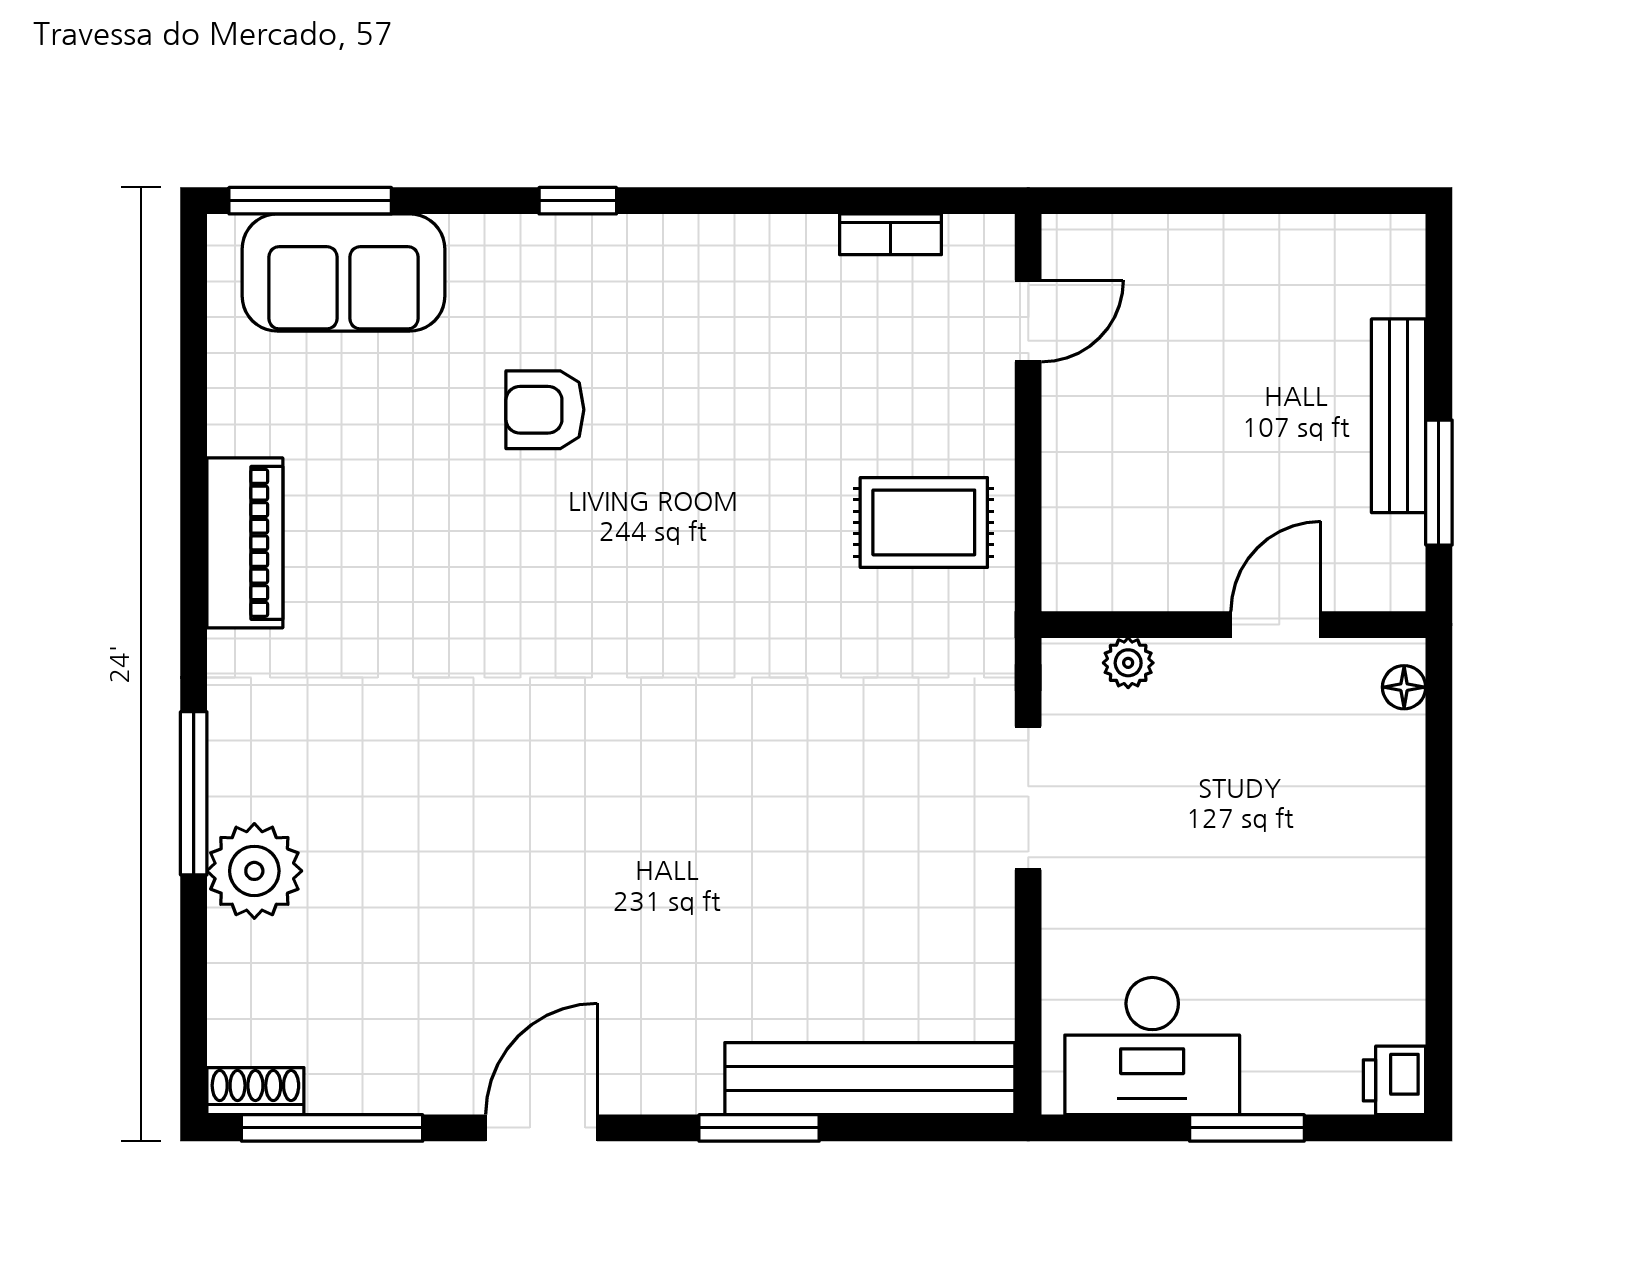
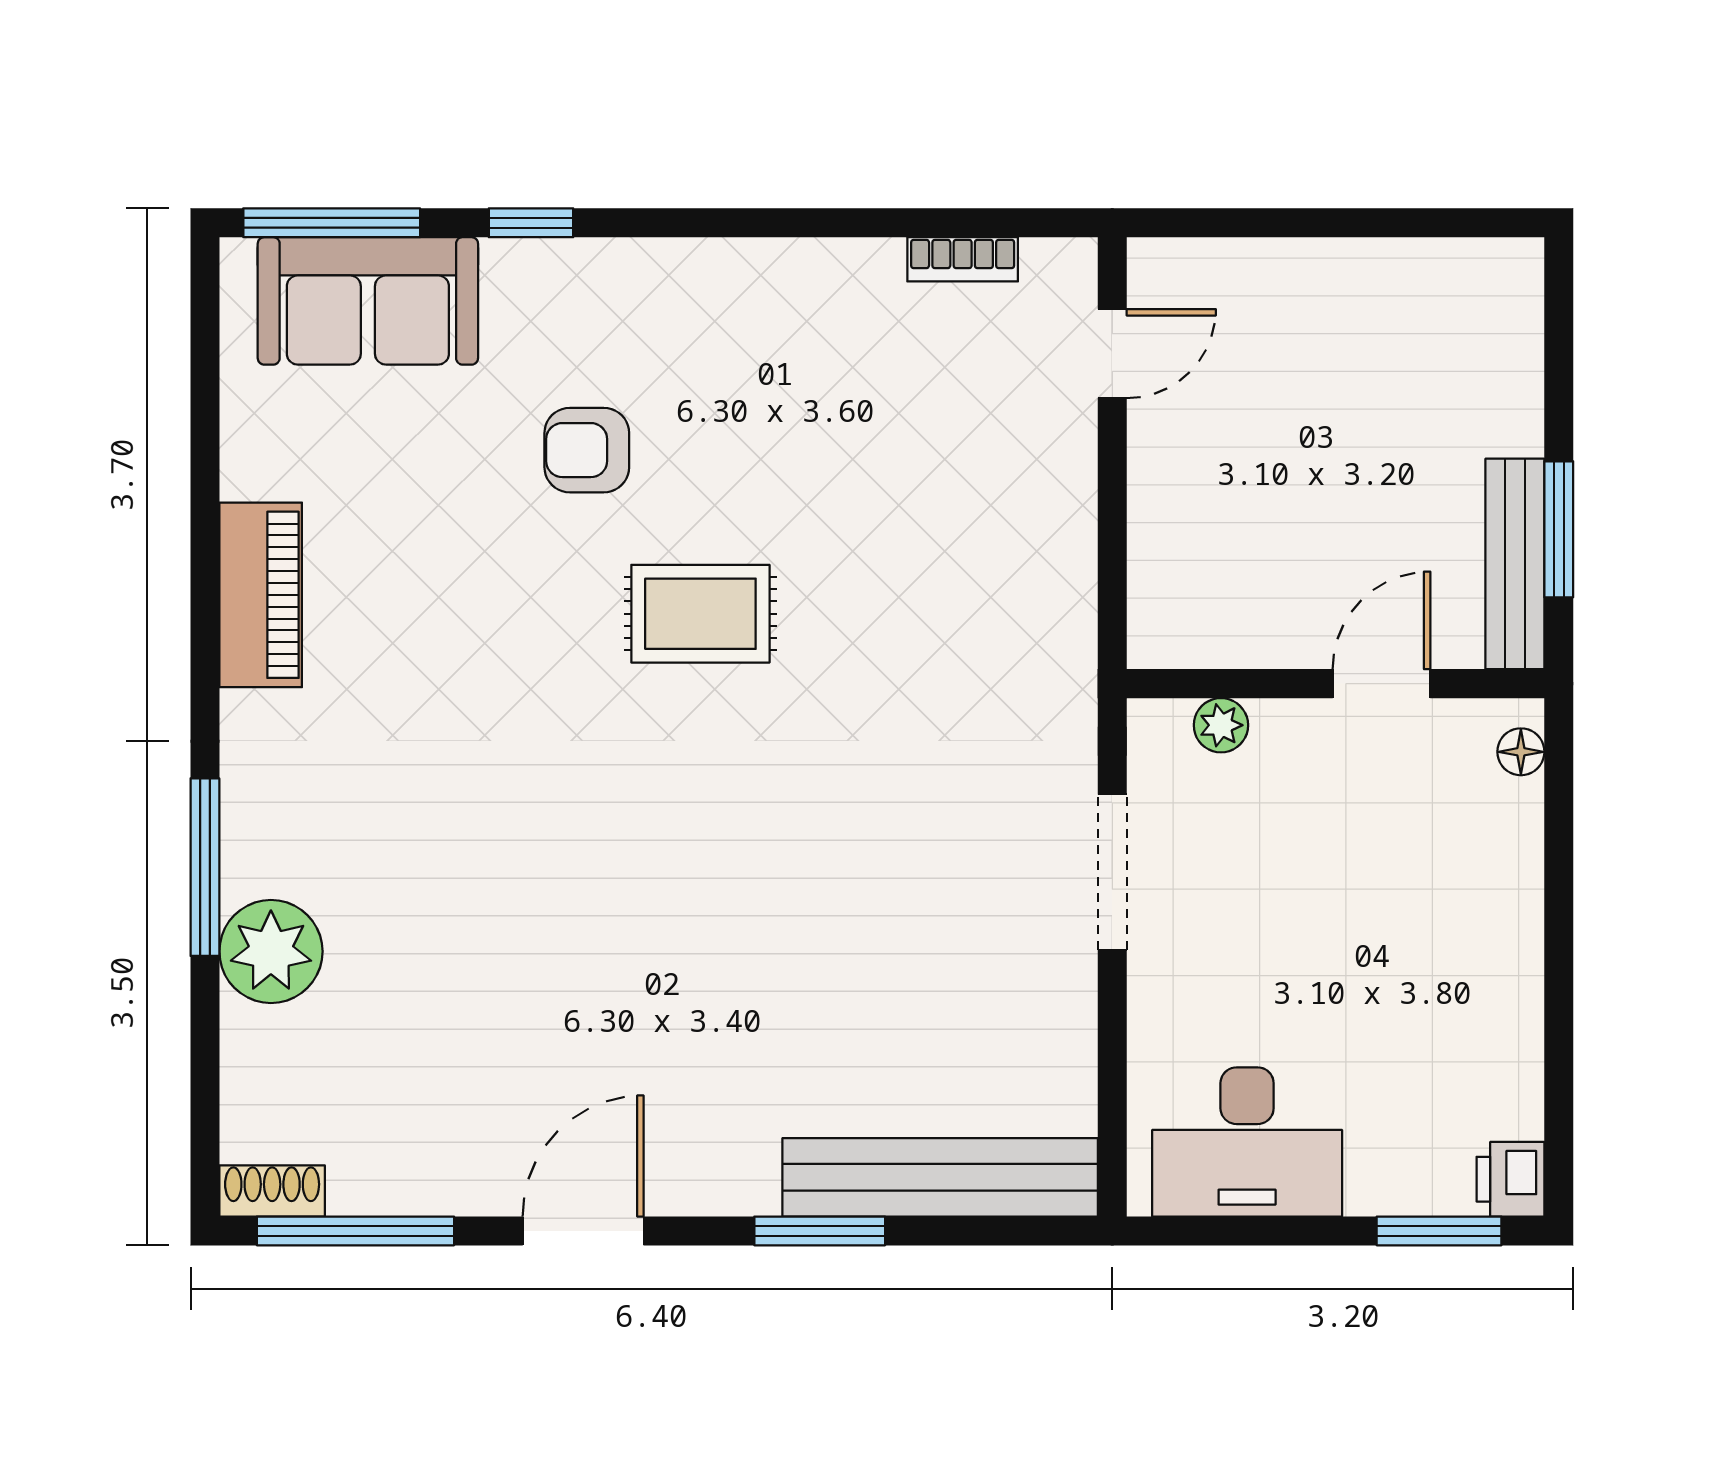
window: (578, 201) -> (531, 223), moved
bench: (1399, 416) -> (1515, 564), moved
rug: (924, 522) -> (700, 614), moved
window: (1247, 1128) -> (1439, 1231), moved

